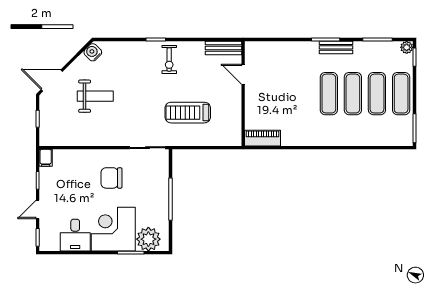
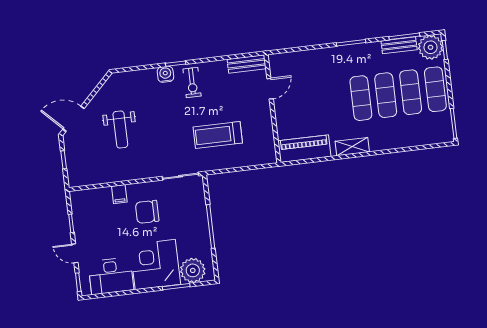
bench: (336, 47) -> (399, 45), moved
plant: (407, 47) -> (431, 47), width x1.87, depth x1.87
water cooler: (93, 52) -> (165, 74), moved, turned 45
door: (243, 74) -> (270, 89), swing flipped
weight bench: (95, 96) -> (120, 130), turned 90
piano: (262, 138) -> (304, 149), width x1.37, depth x1.33
shelving: (315, 139) -> (352, 147), added
filing cabinet: (46, 158) -> (119, 194), moved
door: (38, 209) -> (75, 253), hinge flipped
desk: (75, 235) -> (111, 276), width x1.37

